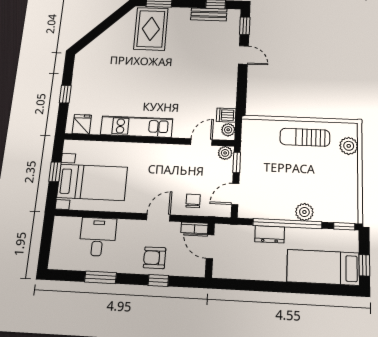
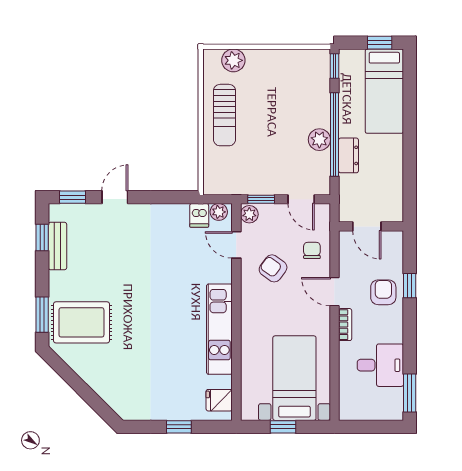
armchair: (181, 169) -> (273, 268), added
chair: (193, 201) -> (312, 250), turned 90
plant: (304, 212) -> (319, 140), moved
bookcase: (194, 228) -> (345, 325), moved
desk: (98, 237) -> (380, 365), moved, turned 180
door: (210, 247) -> (367, 226), hinge flipped
armchair: (155, 258) -> (383, 292), turned 180
window: (100, 277) -> (410, 393), moved

